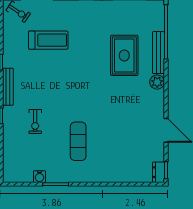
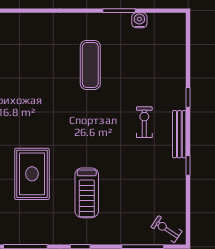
treadmill: (48, 40) -> (87, 193), moved, turned -90
exercise bike: (35, 122) -> (144, 122), moved

